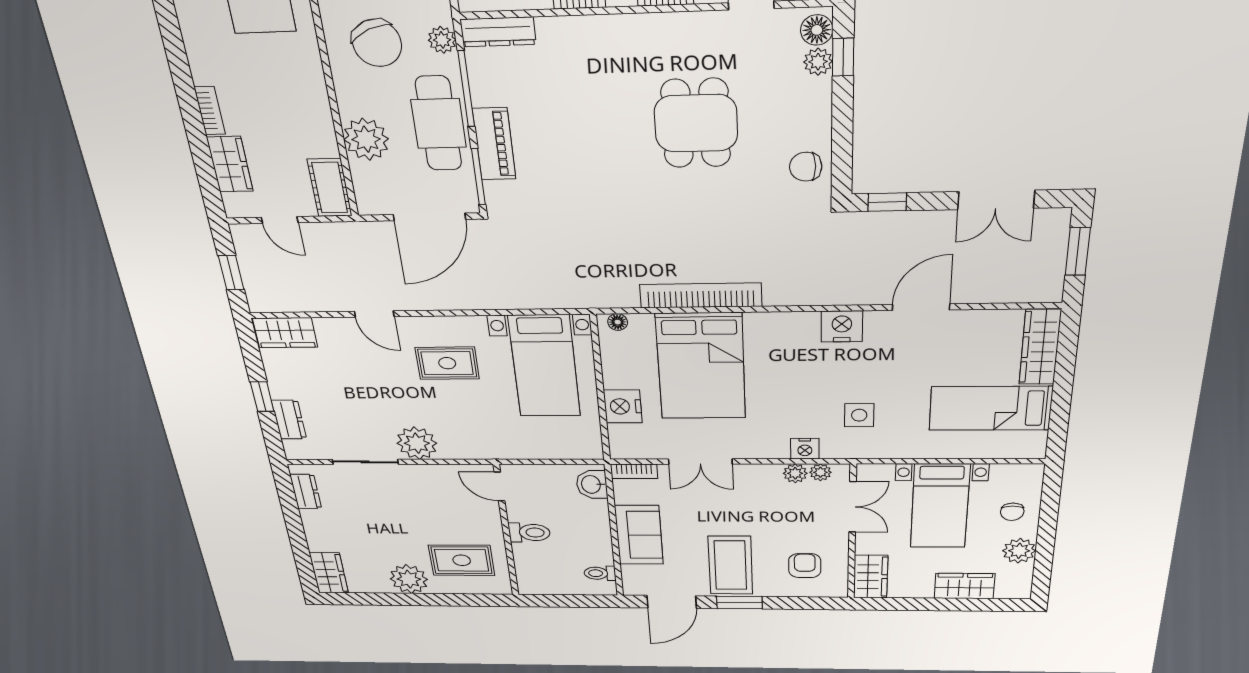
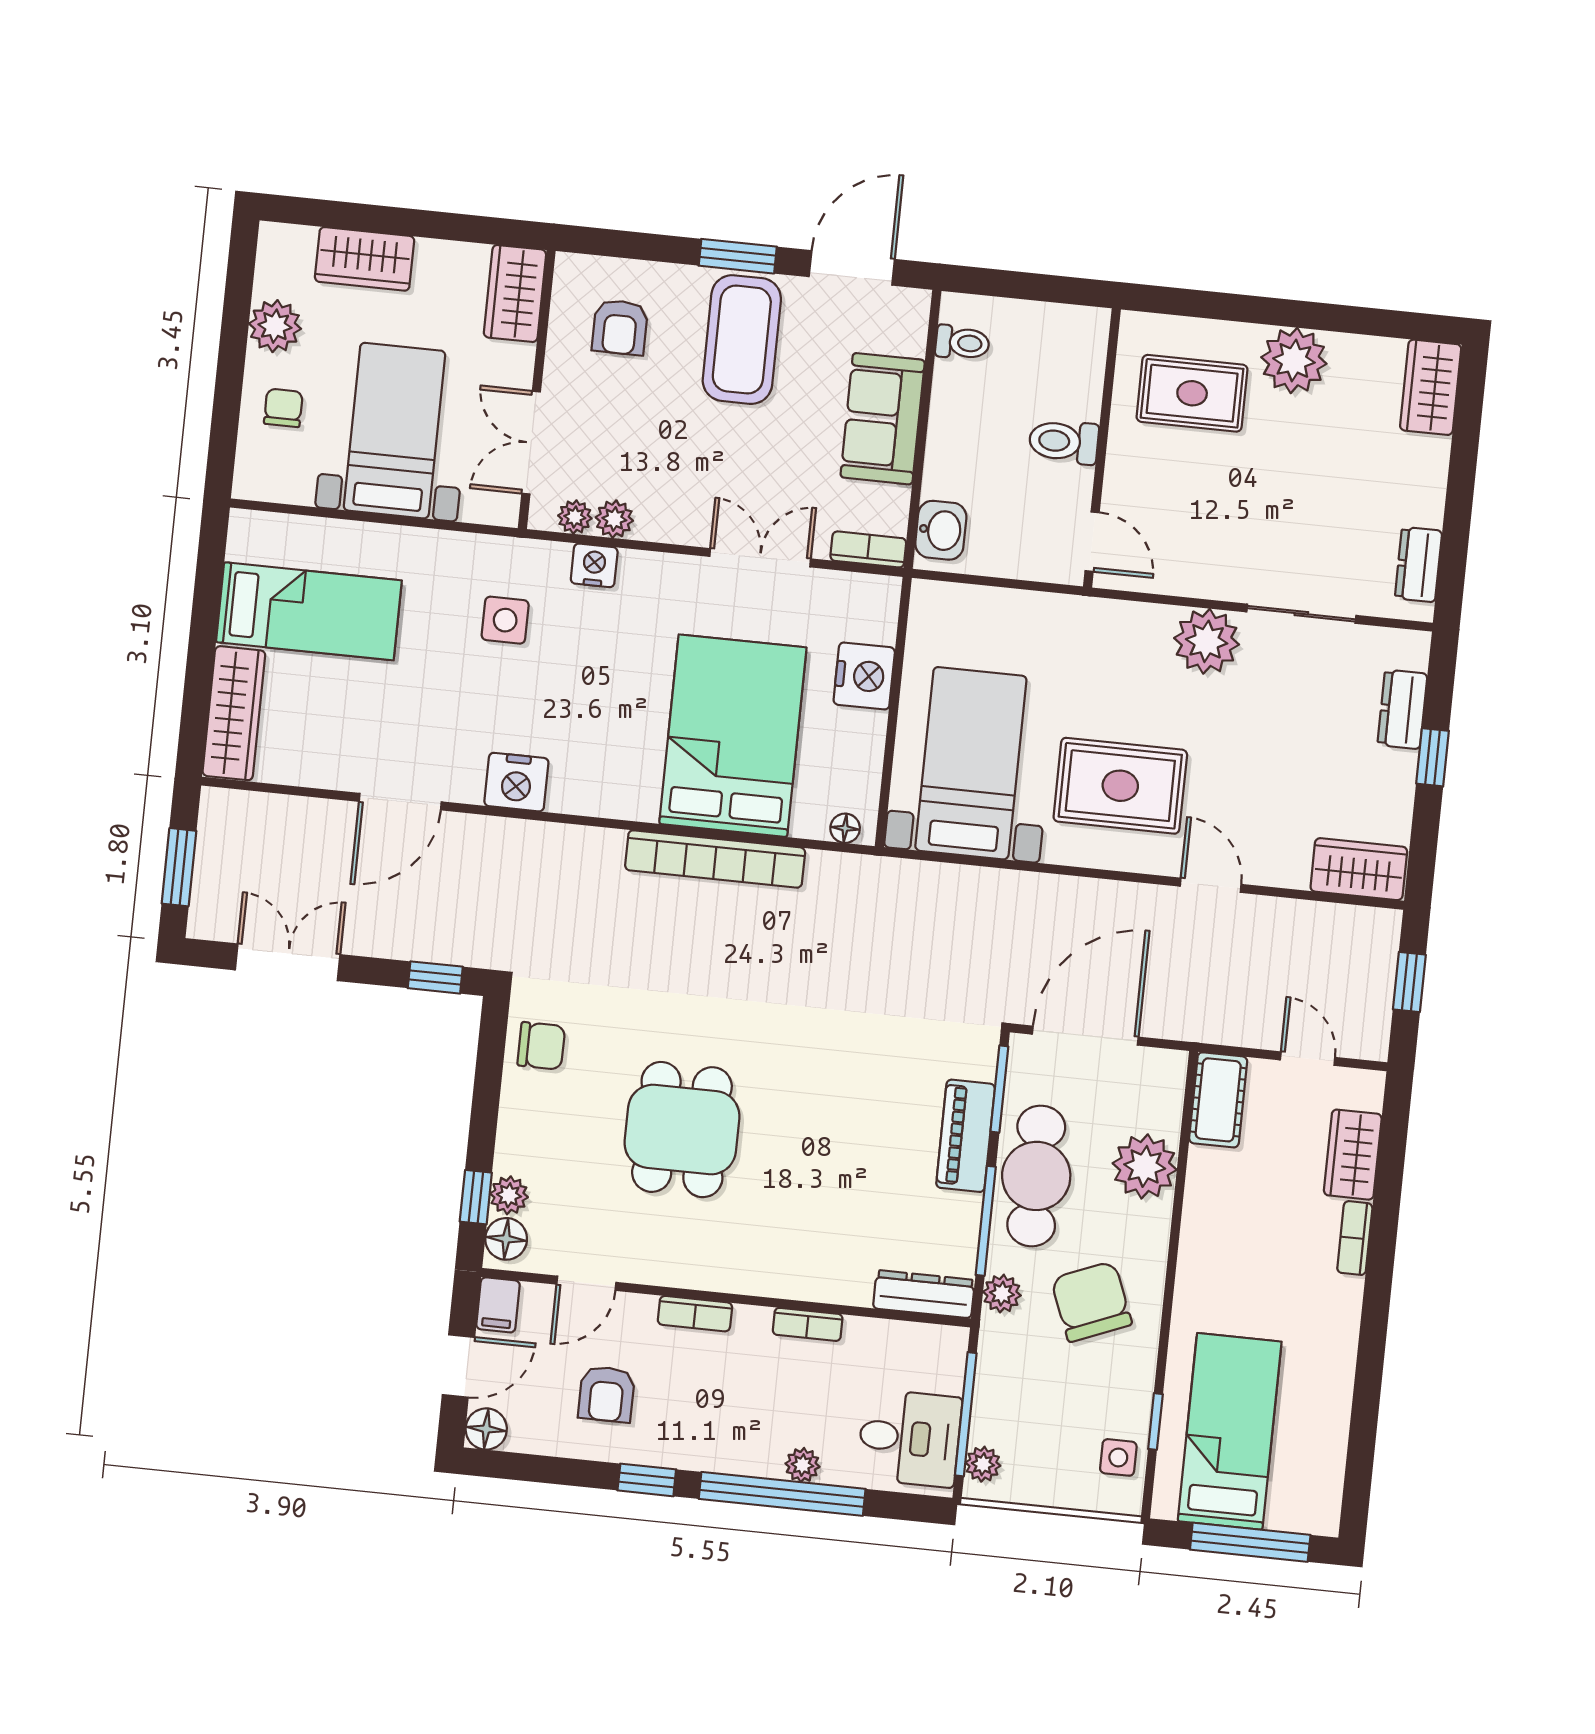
rug: (447, 363) -> (1120, 786), width x1.36, depth x1.43

